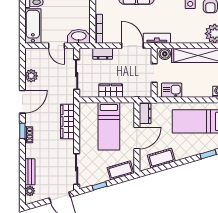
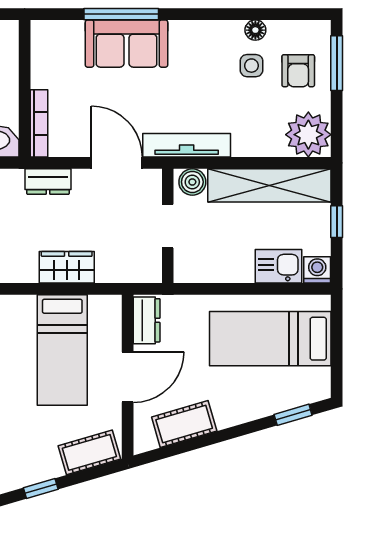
tv unit: (157, 38) -> (187, 145), width x1.41
kitchen sink: (172, 90) -> (279, 266), moved

